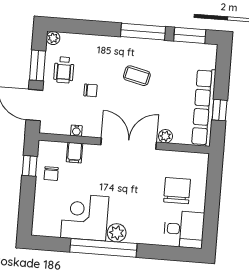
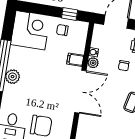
plant: (165, 136) -> (93, 63), moved
filing cabinet: (75, 153) -> (75, 60), moved
corner desk: (85, 217) -> (30, 30), moved

